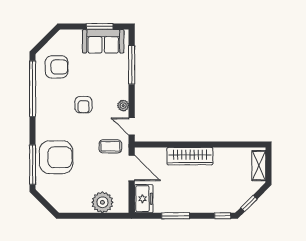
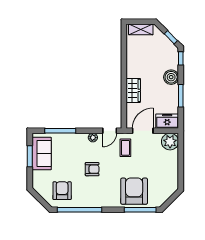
wardrobe: (190, 156) -> (133, 90), width x0.67
plant: (102, 202) -> (170, 142), moved
boiler: (199, 204) -> (171, 77), added

